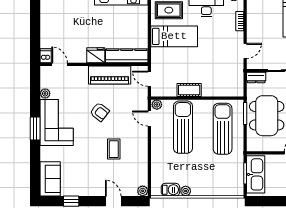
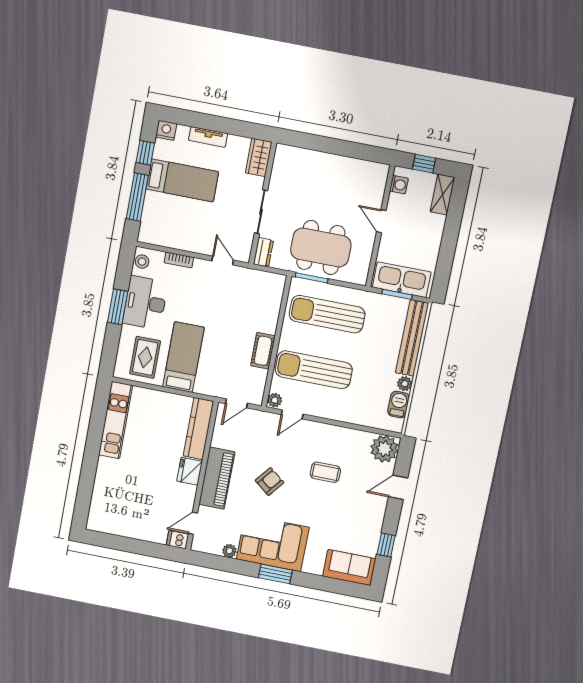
piano: (110, 75) -> (217, 478), moved
bench: (218, 190) -> (412, 338), added
plant: (143, 191) -> (384, 449), width x1.88, depth x1.88

